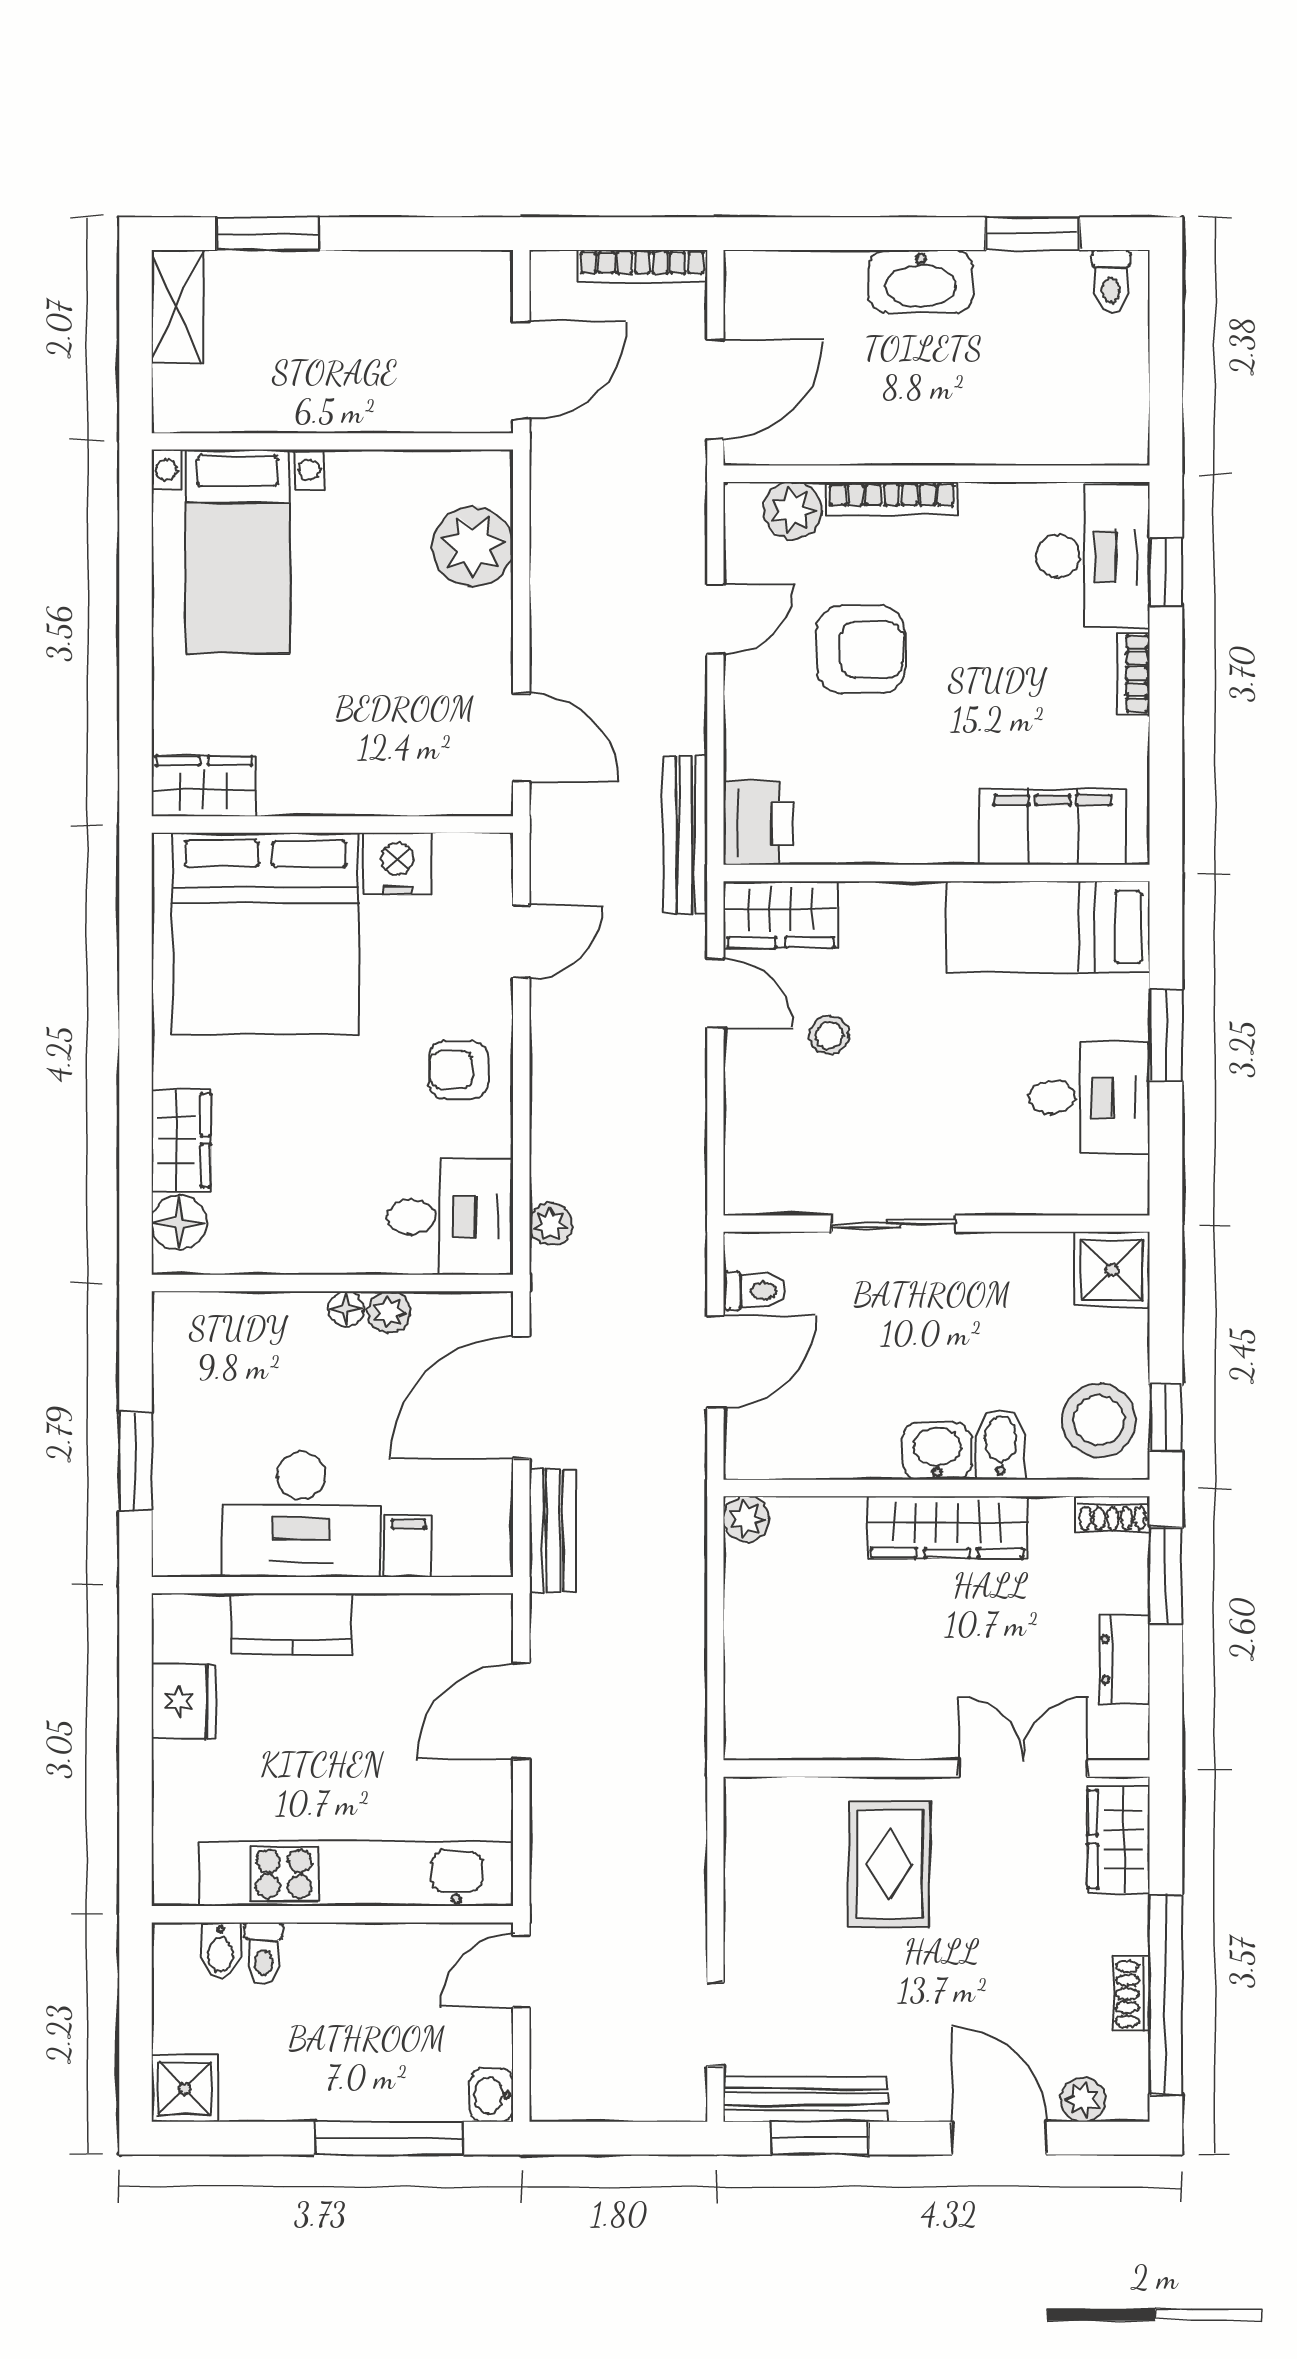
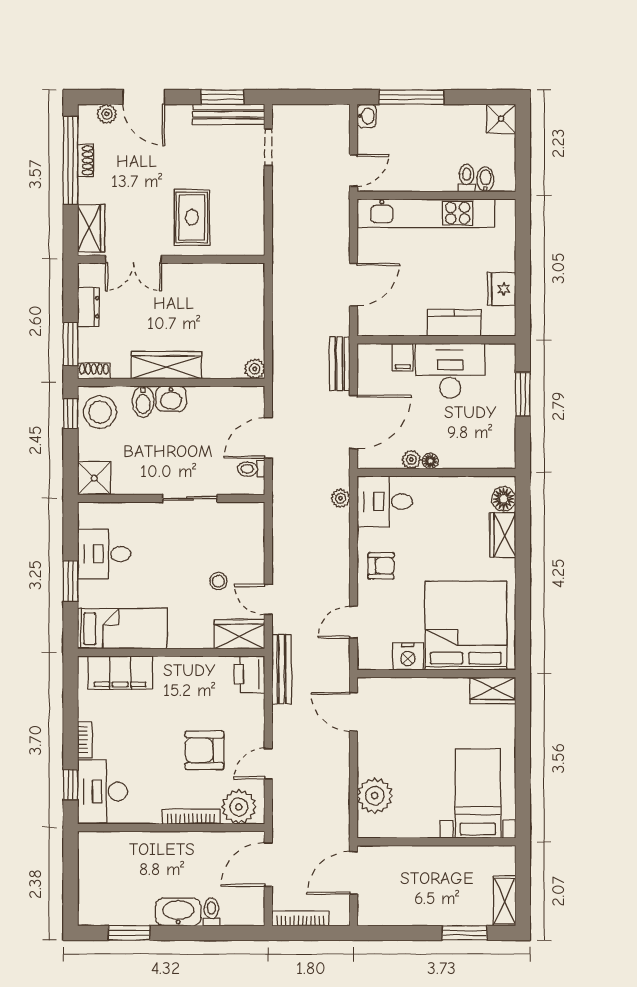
toilet: (1111, 282) -> (211, 912), moved
plant: (793, 511) -> (239, 807), width x1.36, depth x1.36

